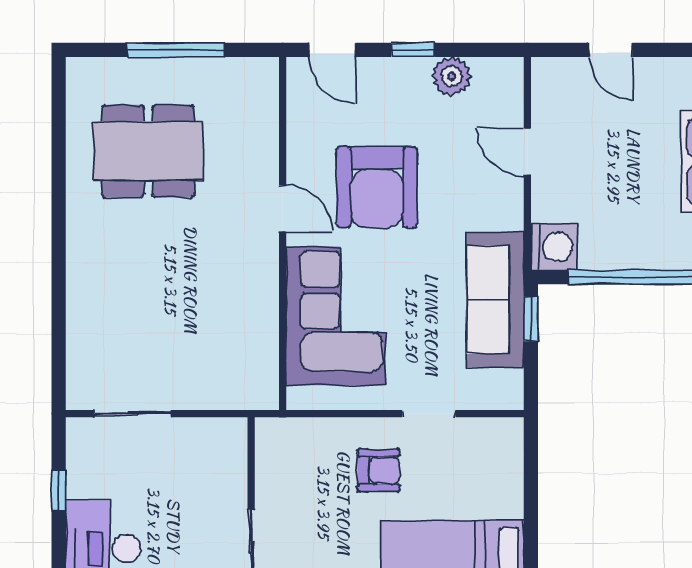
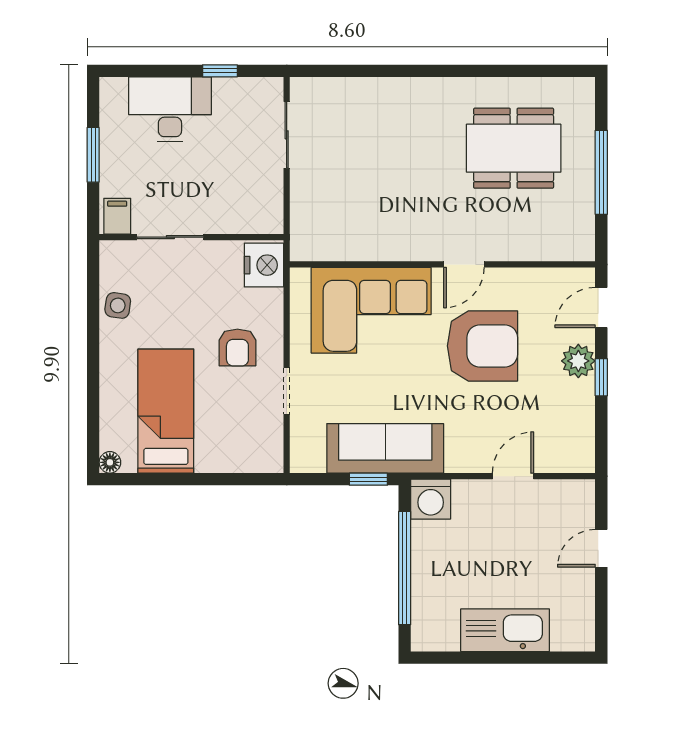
plant: (452, 76) -> (578, 361), moved
dining table: (148, 151) -> (514, 148), turned 90
armchair: (377, 187) -> (482, 346), turned 180
nightstand: (283, 440) -> (264, 265), added

